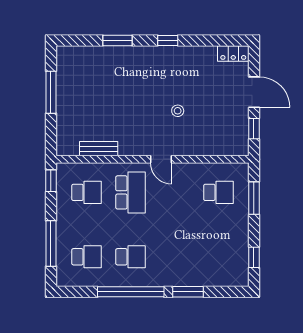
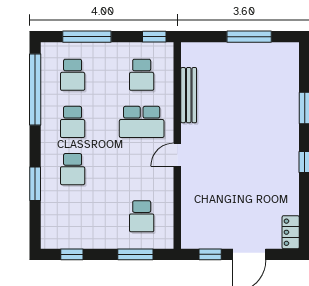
stool: (178, 111) -> (229, 173), removed
bench: (99, 149) -> (189, 95), width x1.36
school desk: (174, 257) -> (73, 169), added
window: (131, 292) -> (35, 90), moved

